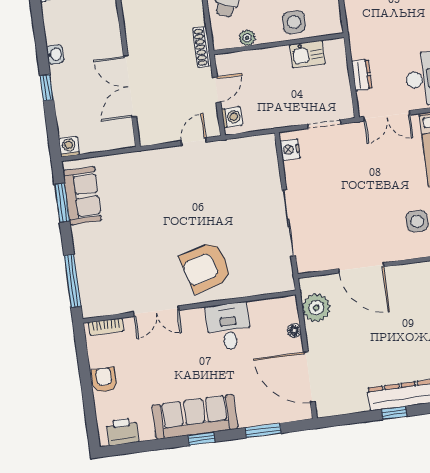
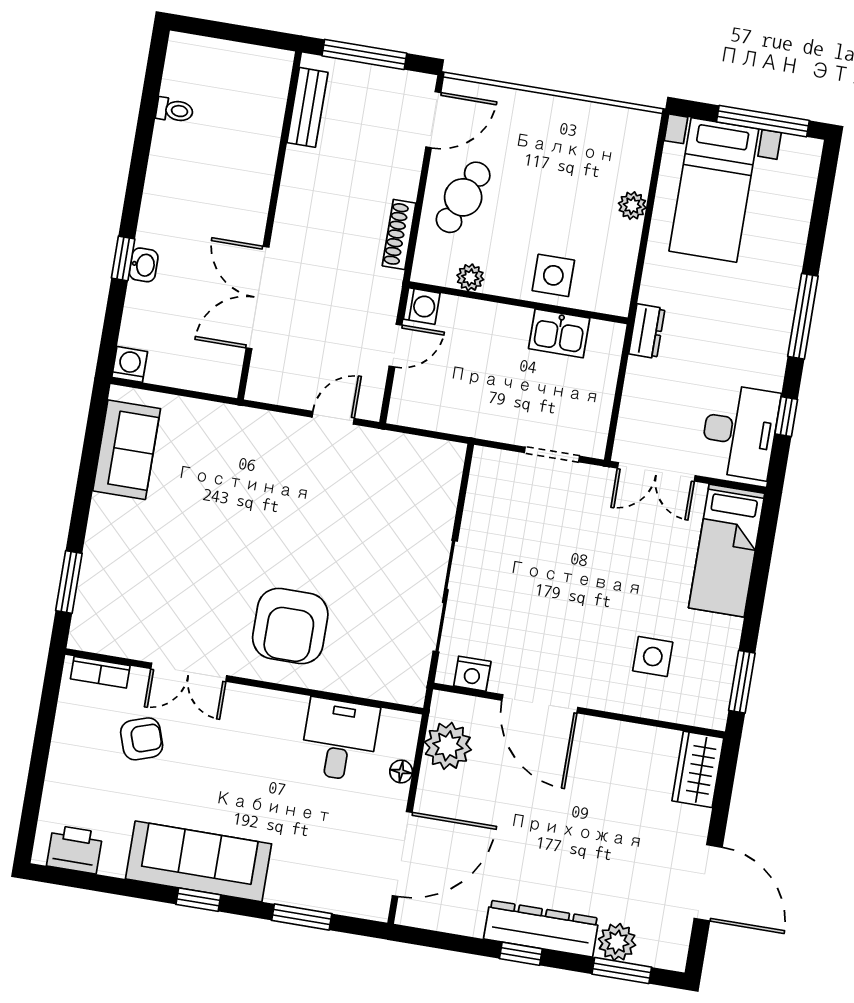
shoe rack: (202, 47) -> (399, 234), moved
washbasin: (55, 54) -> (144, 265), moved
dresser: (362, 75) -> (647, 331), moved
washing machine: (232, 117) -> (422, 306), moved
nightstand: (290, 149) -> (472, 674), moved, turned -90
window: (62, 203) -> (91, 451), removed
armchair: (206, 267) -> (290, 626), turned -74
window: (72, 281) -> (69, 582), width x0.69
desk: (229, 326) -> (340, 740), moved
door: (309, 377) -> (402, 854), swing flipped
armchair: (104, 380) -> (142, 739), moved, turned 71

